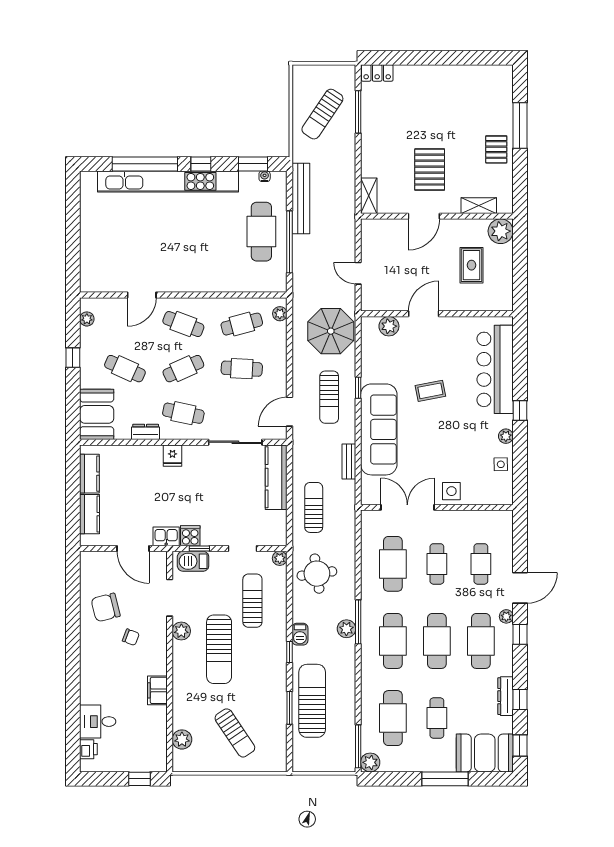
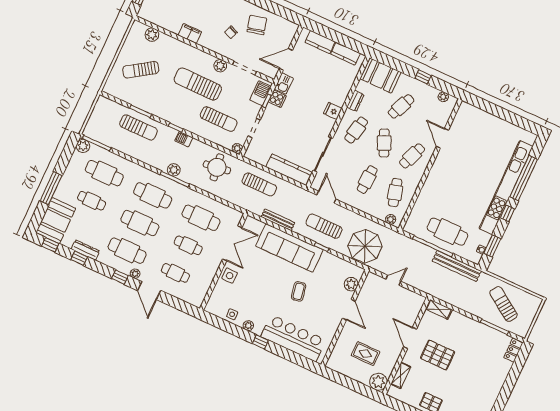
bench: (349, 462) -> (278, 220), width x1.36
sun lounger: (312, 701) -> (138, 127), width x0.73, depth x0.75

